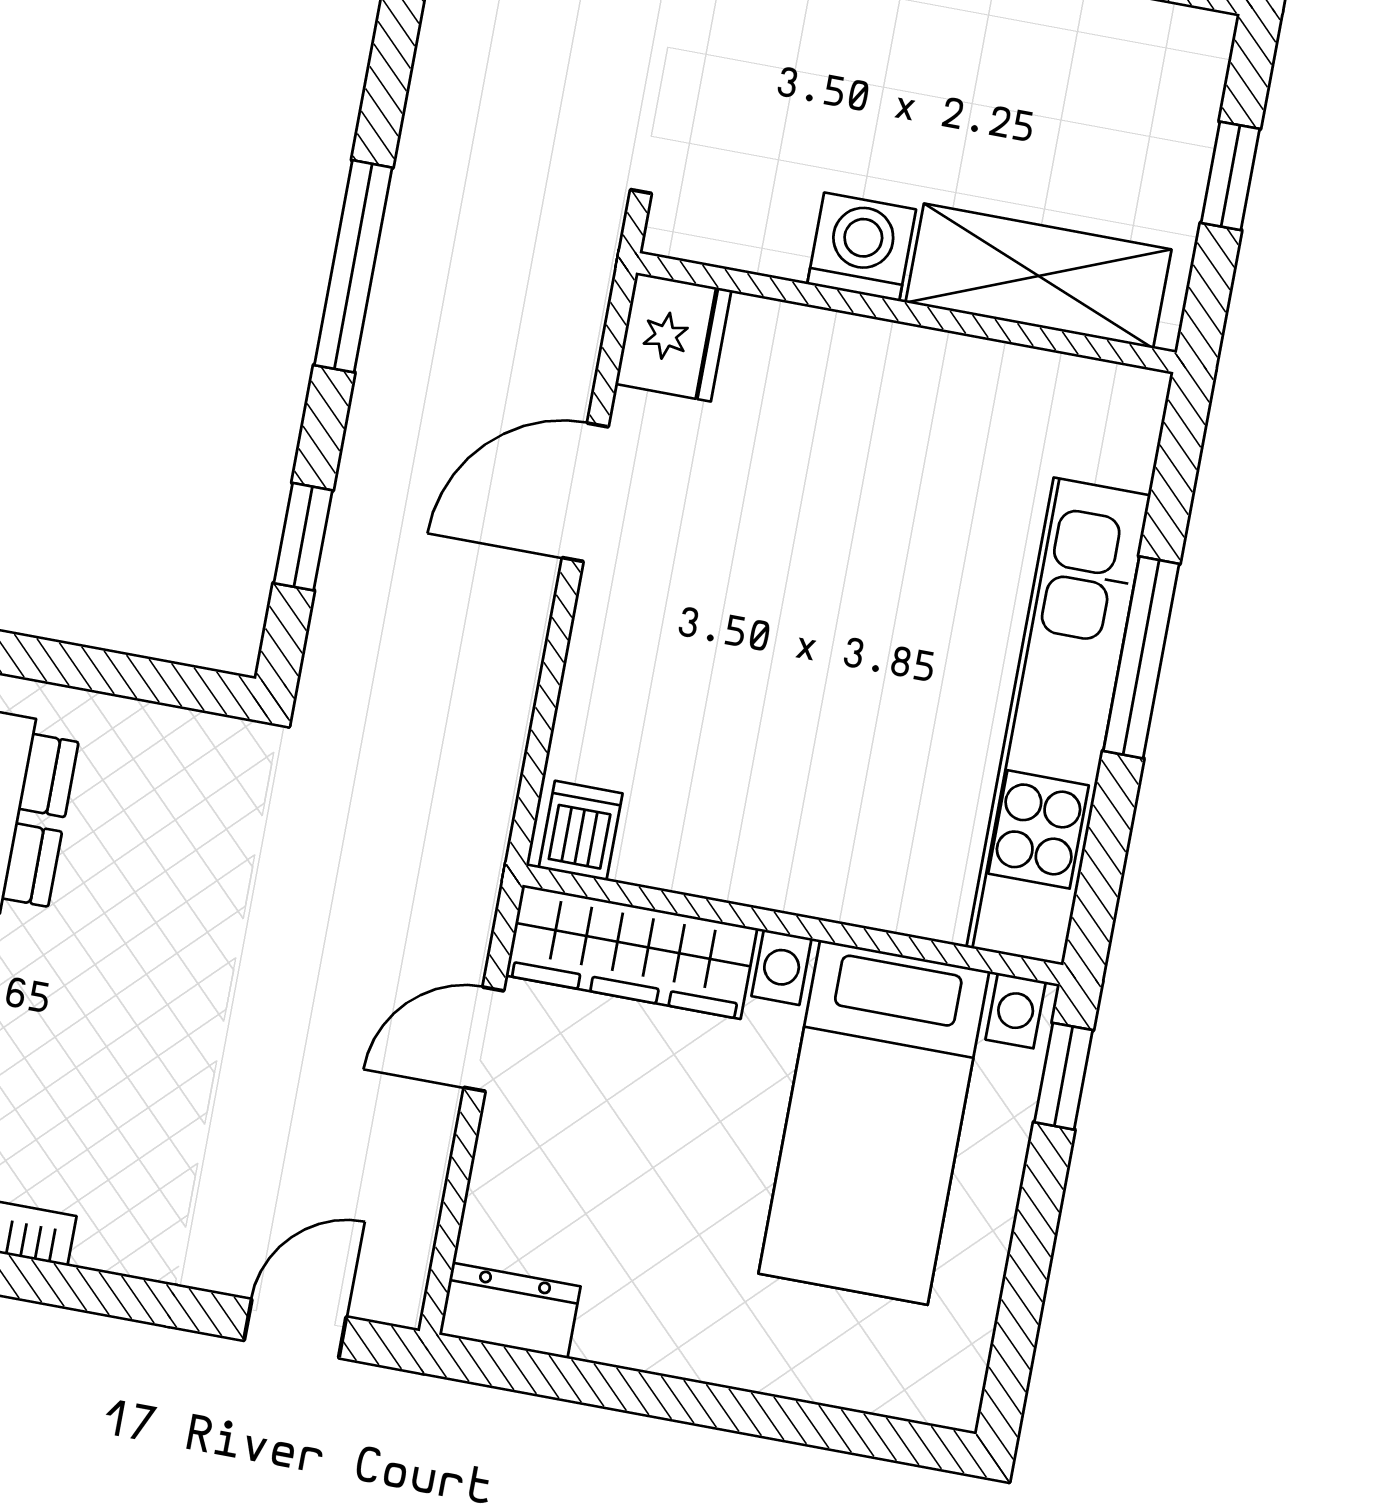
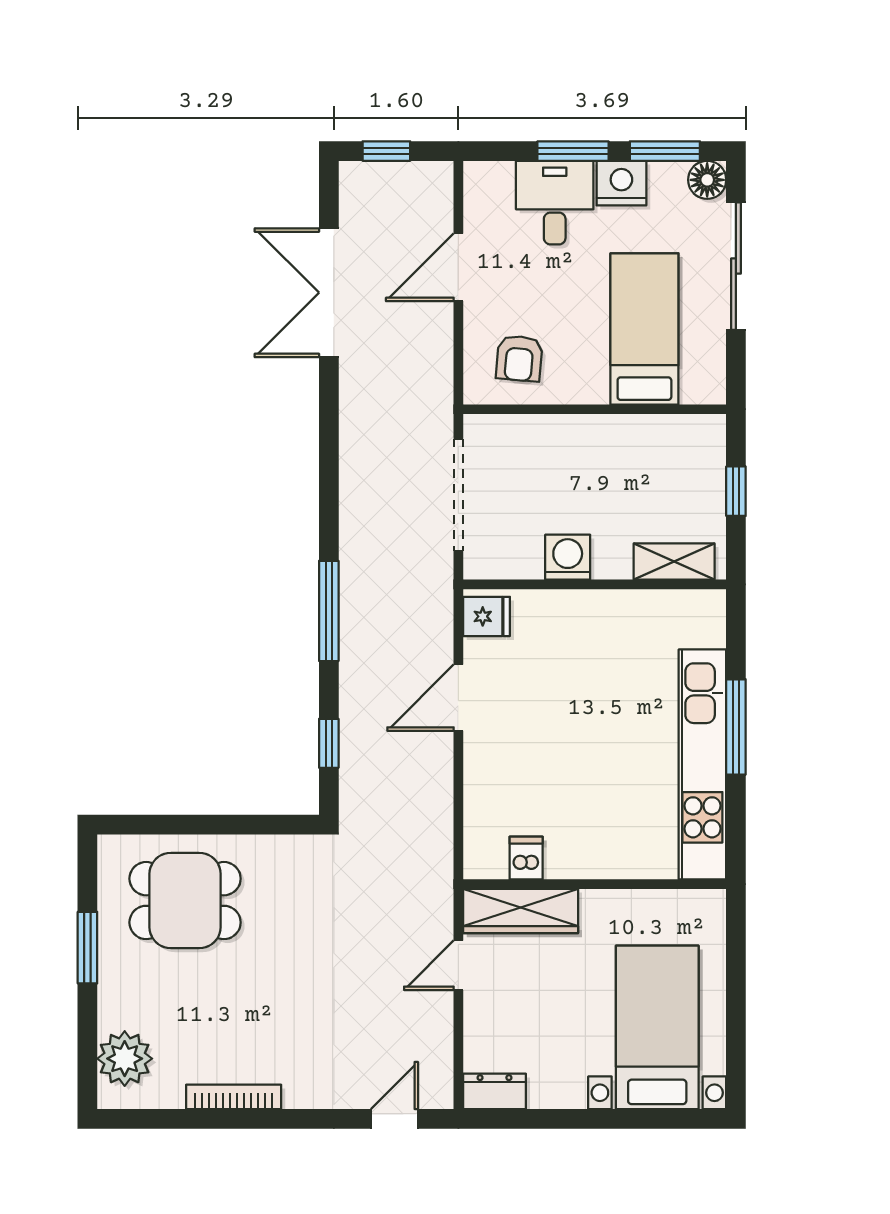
shelving: (1039, 276) -> (674, 561), width x0.67, depth x0.75
fridge: (673, 337) -> (486, 616), width x0.72
dishwasher: (581, 831) -> (526, 858), moved
window: (1064, 1076) -> (736, 932), removed
bed with nightstands: (874, 1122) -> (657, 1027), moved, turned 180

